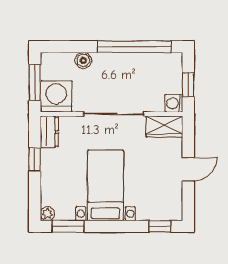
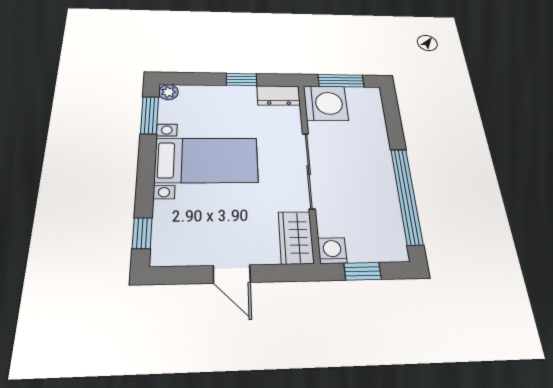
boiler: (83, 60) -> (377, 134), removed

